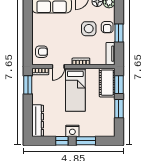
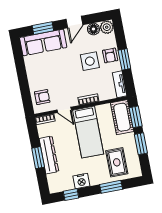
door: (58, 67) -> (64, 110), hinge flipped
window: (28, 85) -> (38, 158), moved
dresser: (38, 121) -> (49, 155), moved
rug: (95, 121) -> (117, 162), added
nightstand: (72, 131) -> (81, 181), moved
window: (62, 141) -> (71, 195), moved

